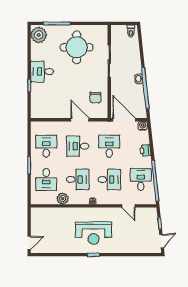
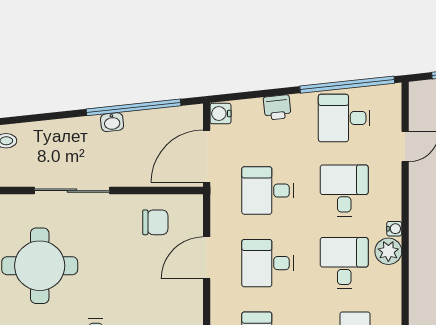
desk: (78, 146) -> (268, 263), turned 90
plant: (63, 199) -> (388, 251), moved

